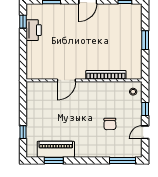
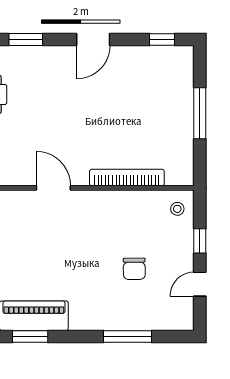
window: (145, 40) -> (200, 113), width x1.44
door: (66, 80) -> (53, 188), swing flipped
window: (122, 160) -> (128, 337), moved

